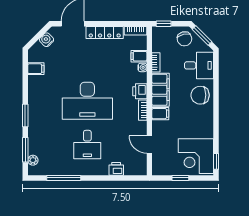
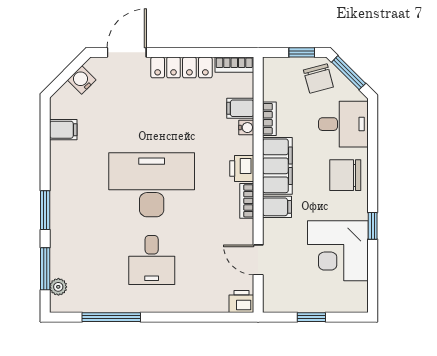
window: (164, 24) -> (302, 52), moved
desk: (87, 101) -> (152, 185), turned 180
corner desk: (196, 156) -> (338, 251), moved
window: (216, 161) -> (373, 226), moved
printer: (116, 169) -> (241, 301), moved

